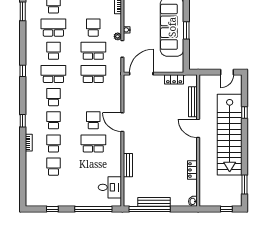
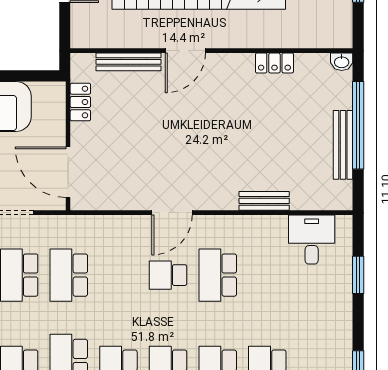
window: (93, 209) -> (358, 275), width x0.47
window: (150, 209) -> (358, 125), moved

